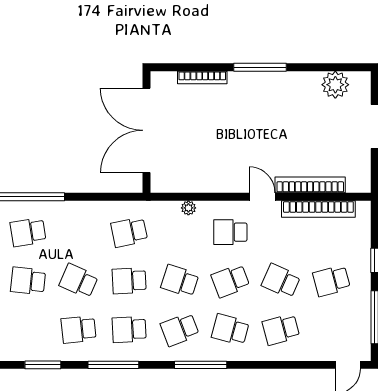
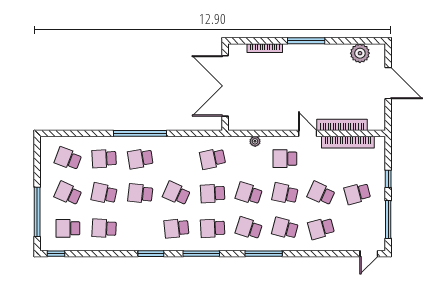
school desk: (230, 281) -> (285, 193), turned 33
school desk: (180, 330) -> (249, 228), turned 39

